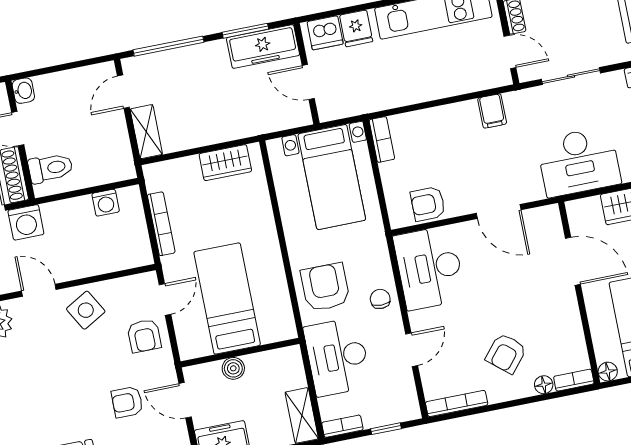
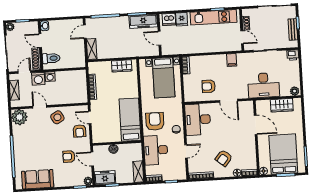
washing machine: (106, 203) -> (50, 77), moved
armchair: (428, 204) -> (209, 86), moved
bed: (227, 298) -> (130, 120), moved
door: (165, 299) -> (90, 117), swing flipped

